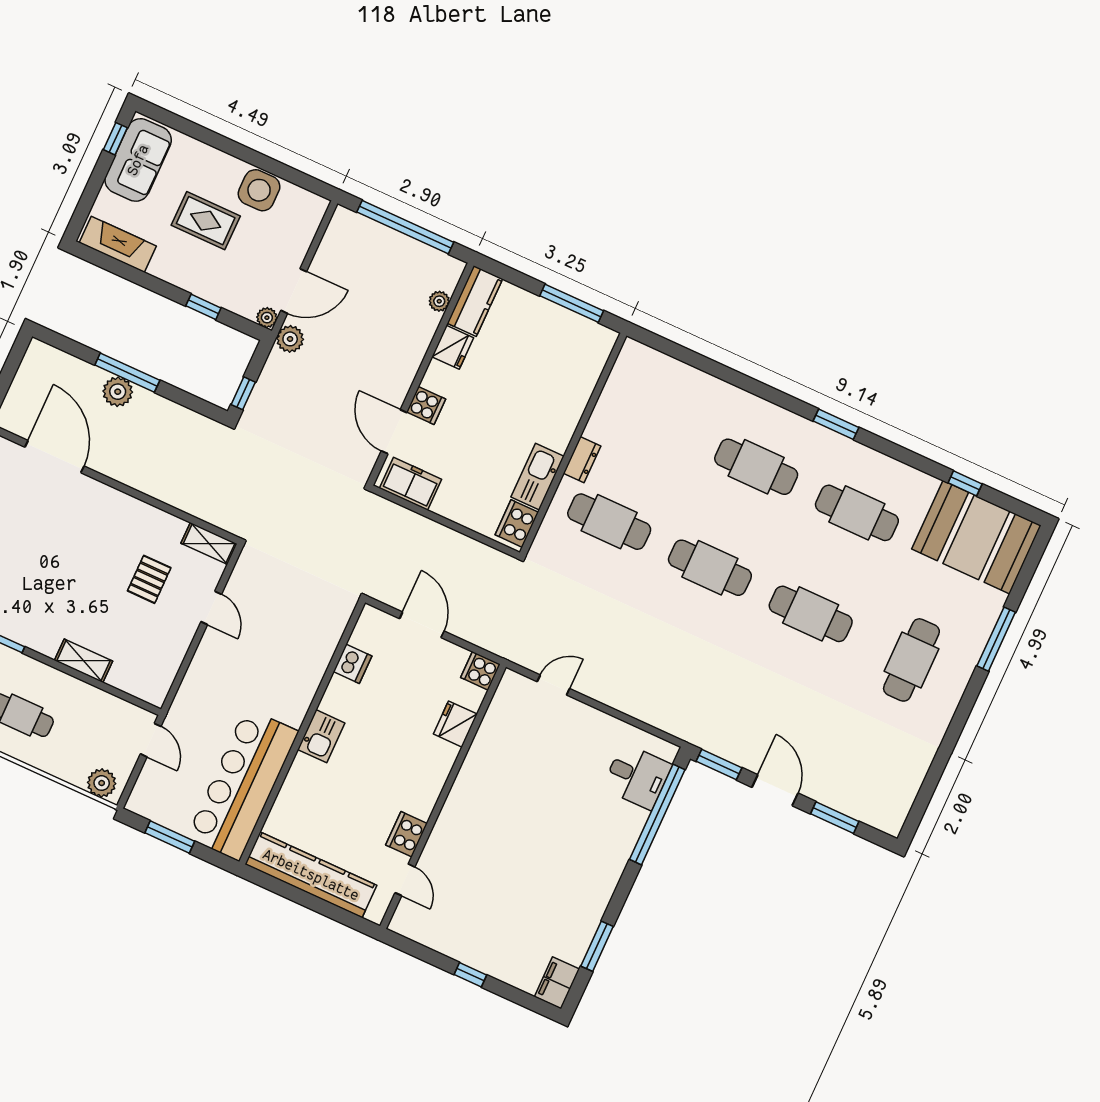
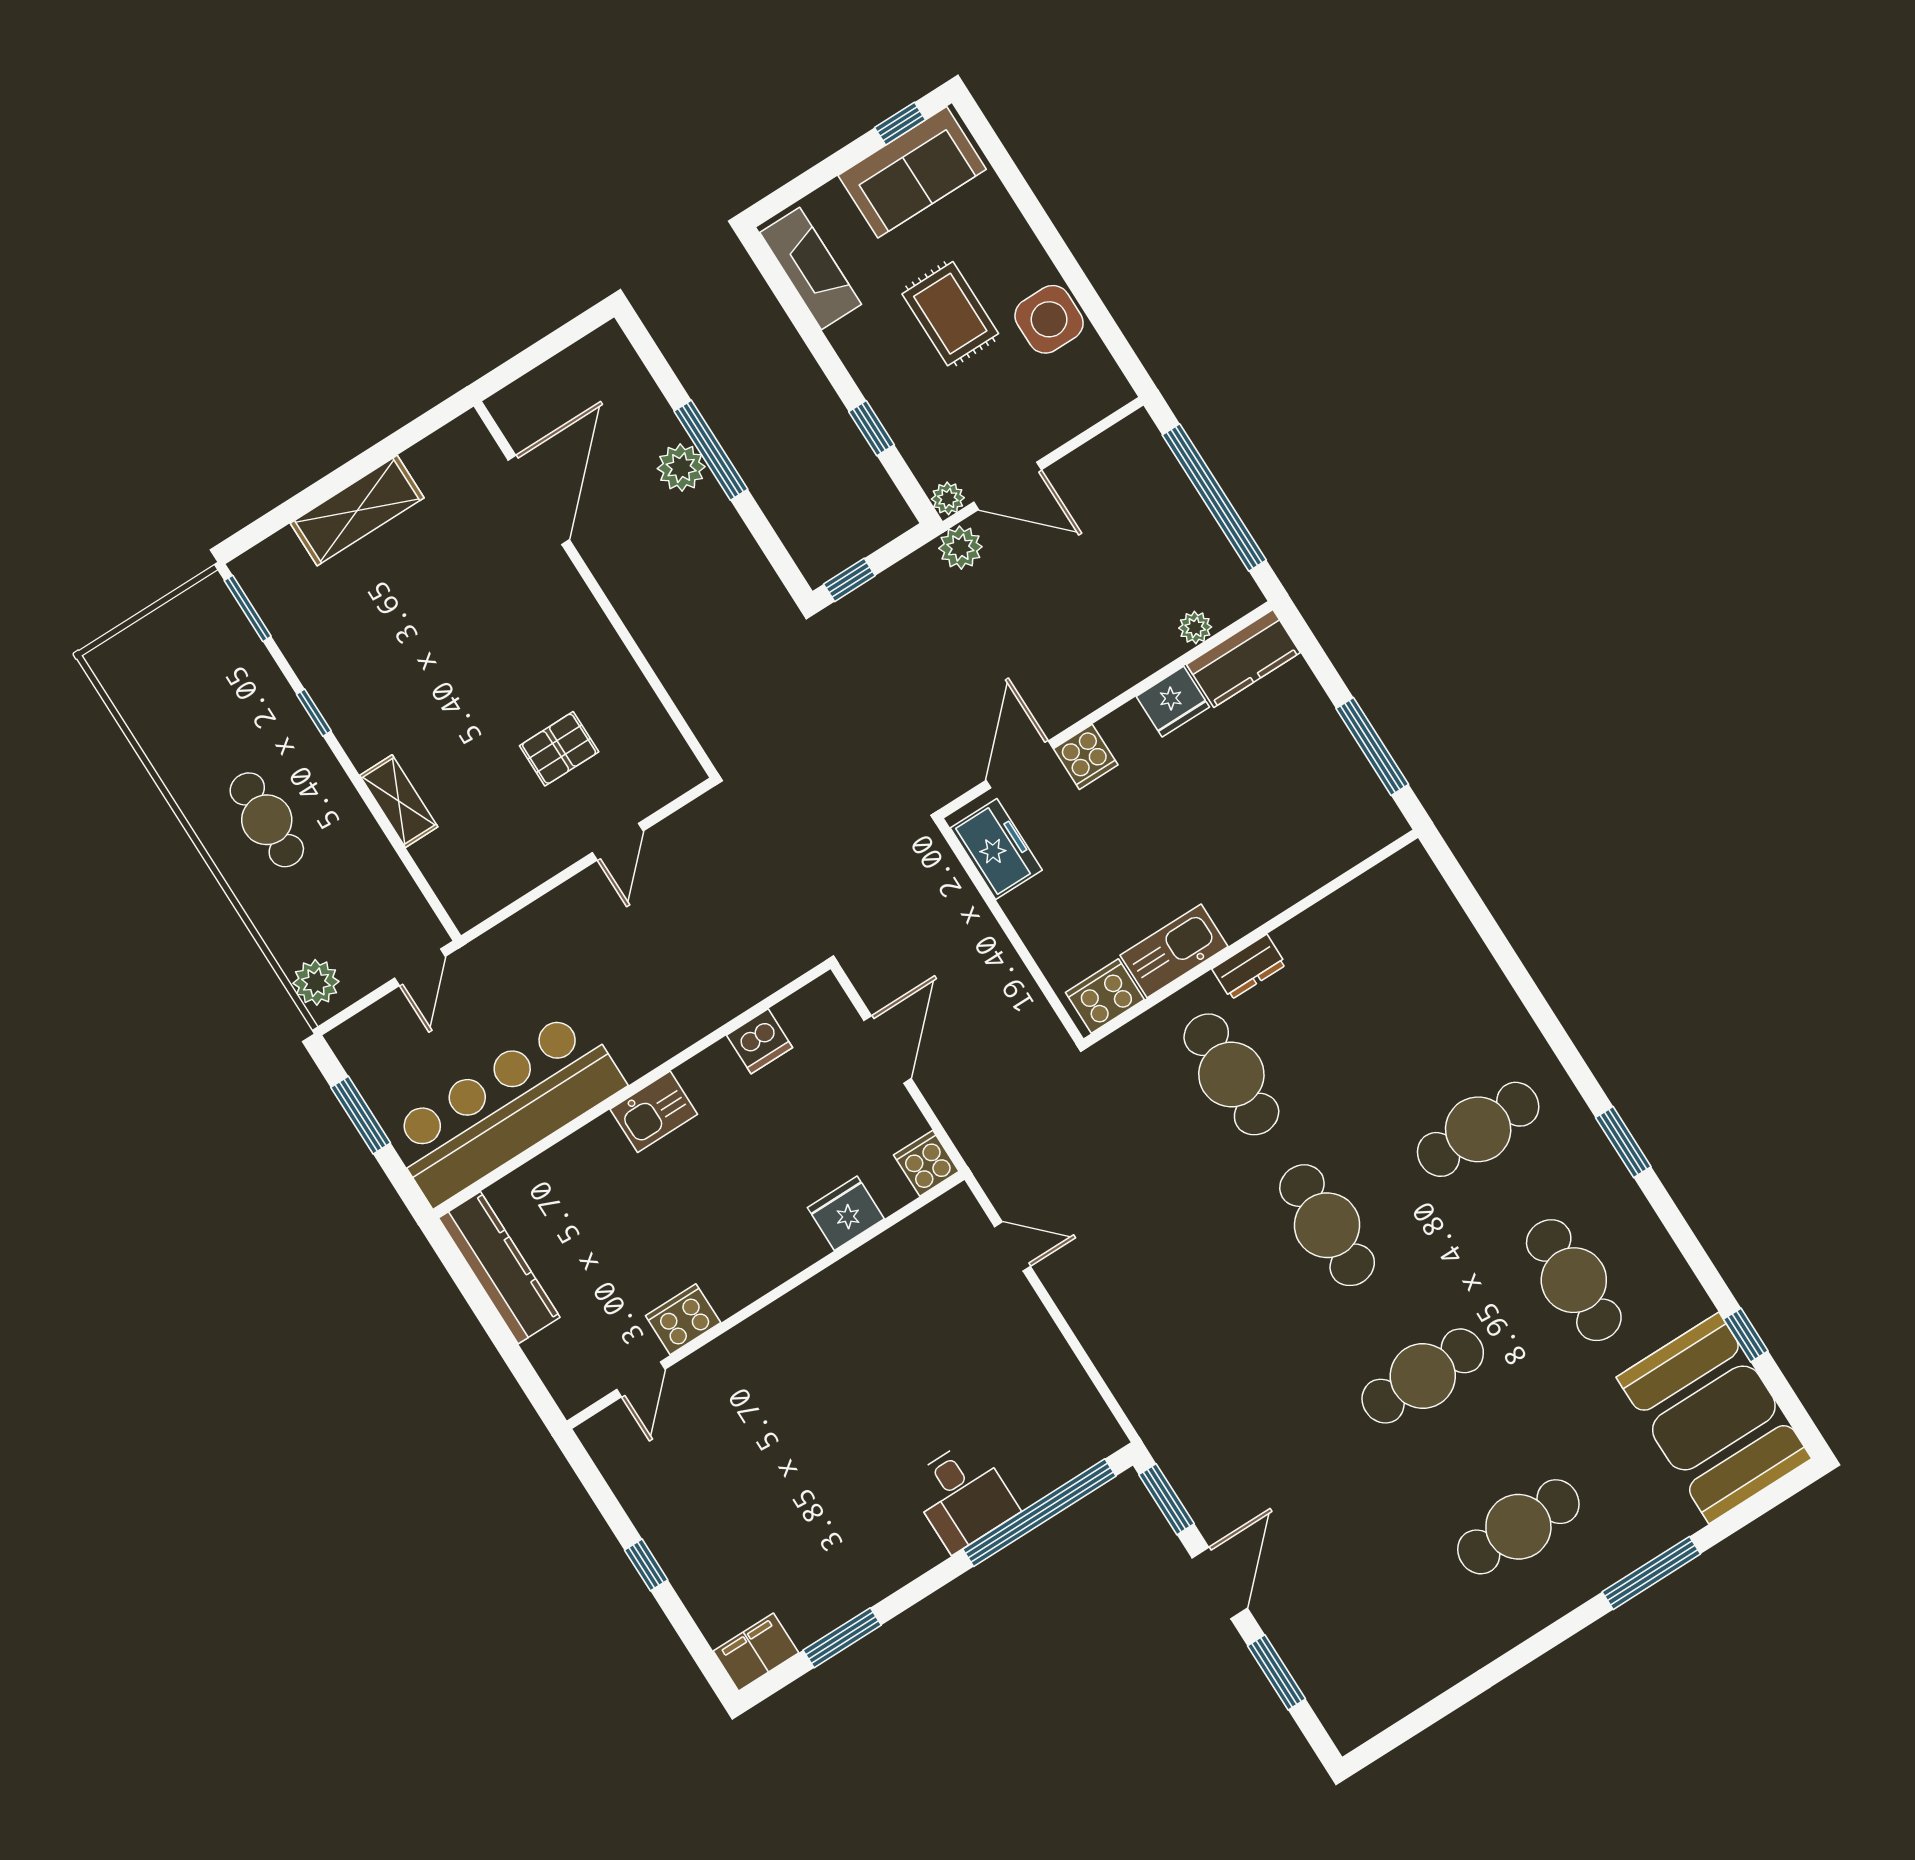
cafe table: (756, 467) -> (1478, 1129), turned 90
shelving: (209, 543) -> (671, 753), removed
cafe table: (811, 614) -> (1423, 1376), turned 90
desk: (637, 776) -> (963, 1496), moved
kitchen counter: (311, 875) -> (499, 1268), width x0.72, depth x0.86

